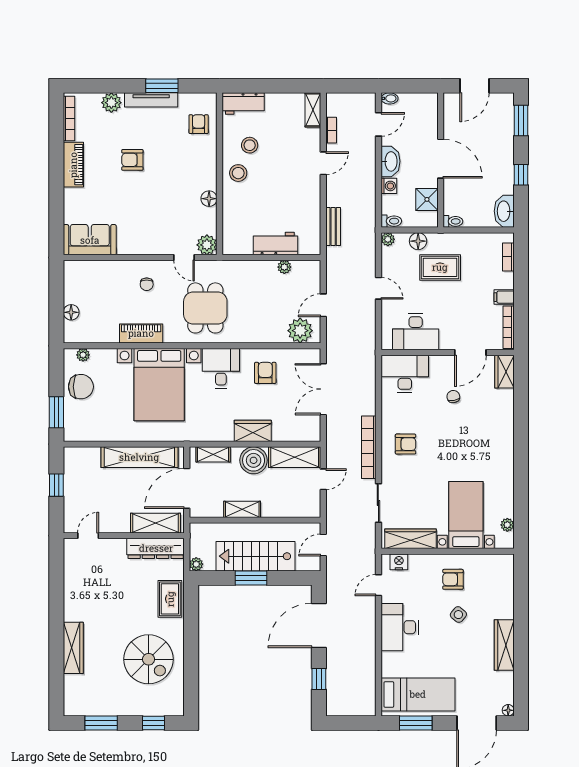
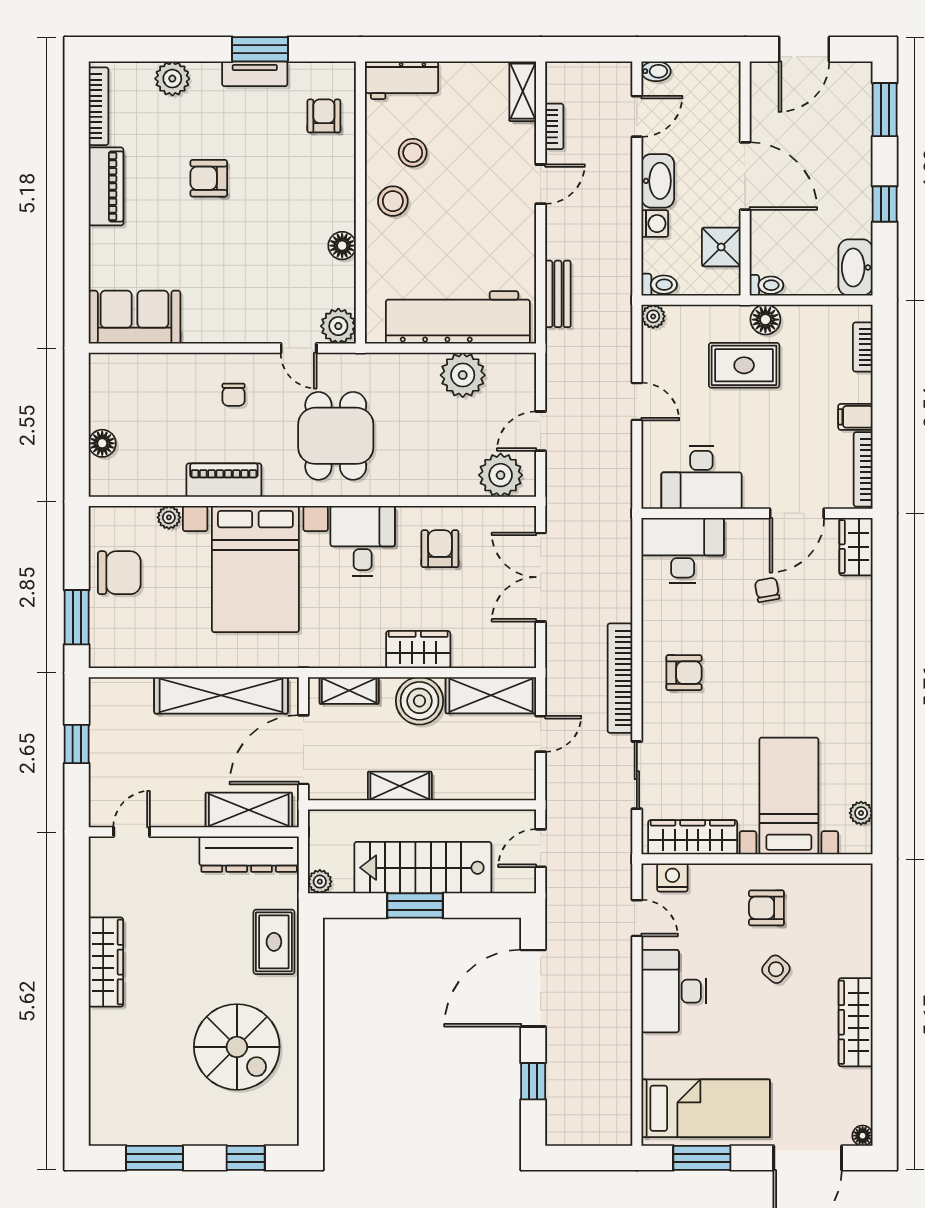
tv unit: (151, 100) -> (255, 74), width x0.71
floor lamp: (418, 241) -> (765, 320), moved
workbench: (276, 244) -> (458, 317), width x1.88, depth x1.32
plant: (284, 267) -> (463, 375), width x1.88, depth x1.88
plant: (83, 355) -> (169, 517), moved
door: (378, 585) -> (637, 918), swing flipped
wardrobe: (73, 648) -> (106, 962), moved

